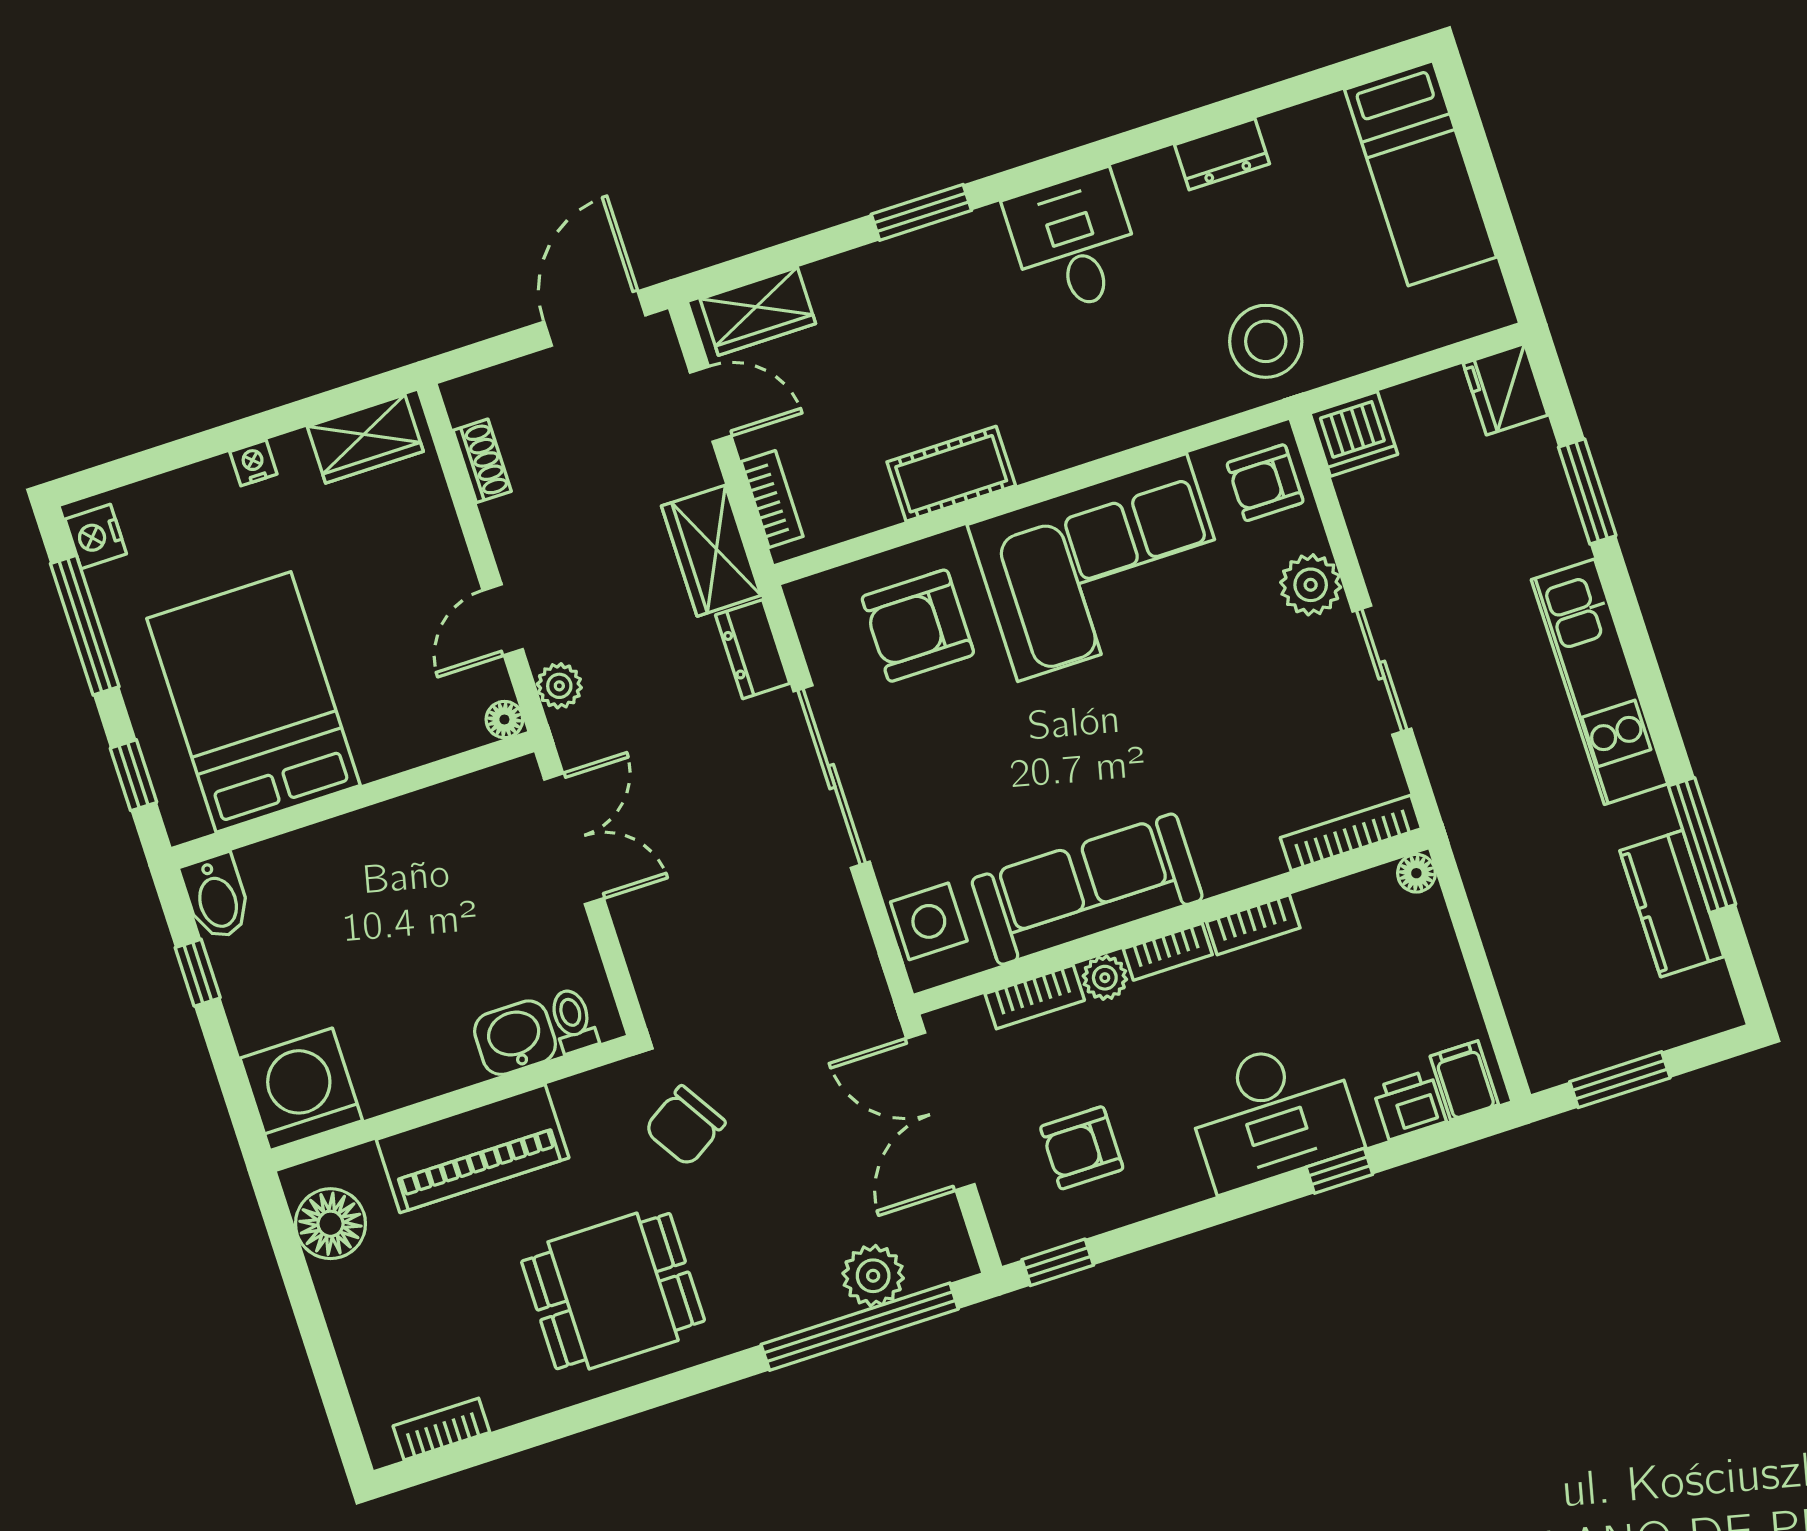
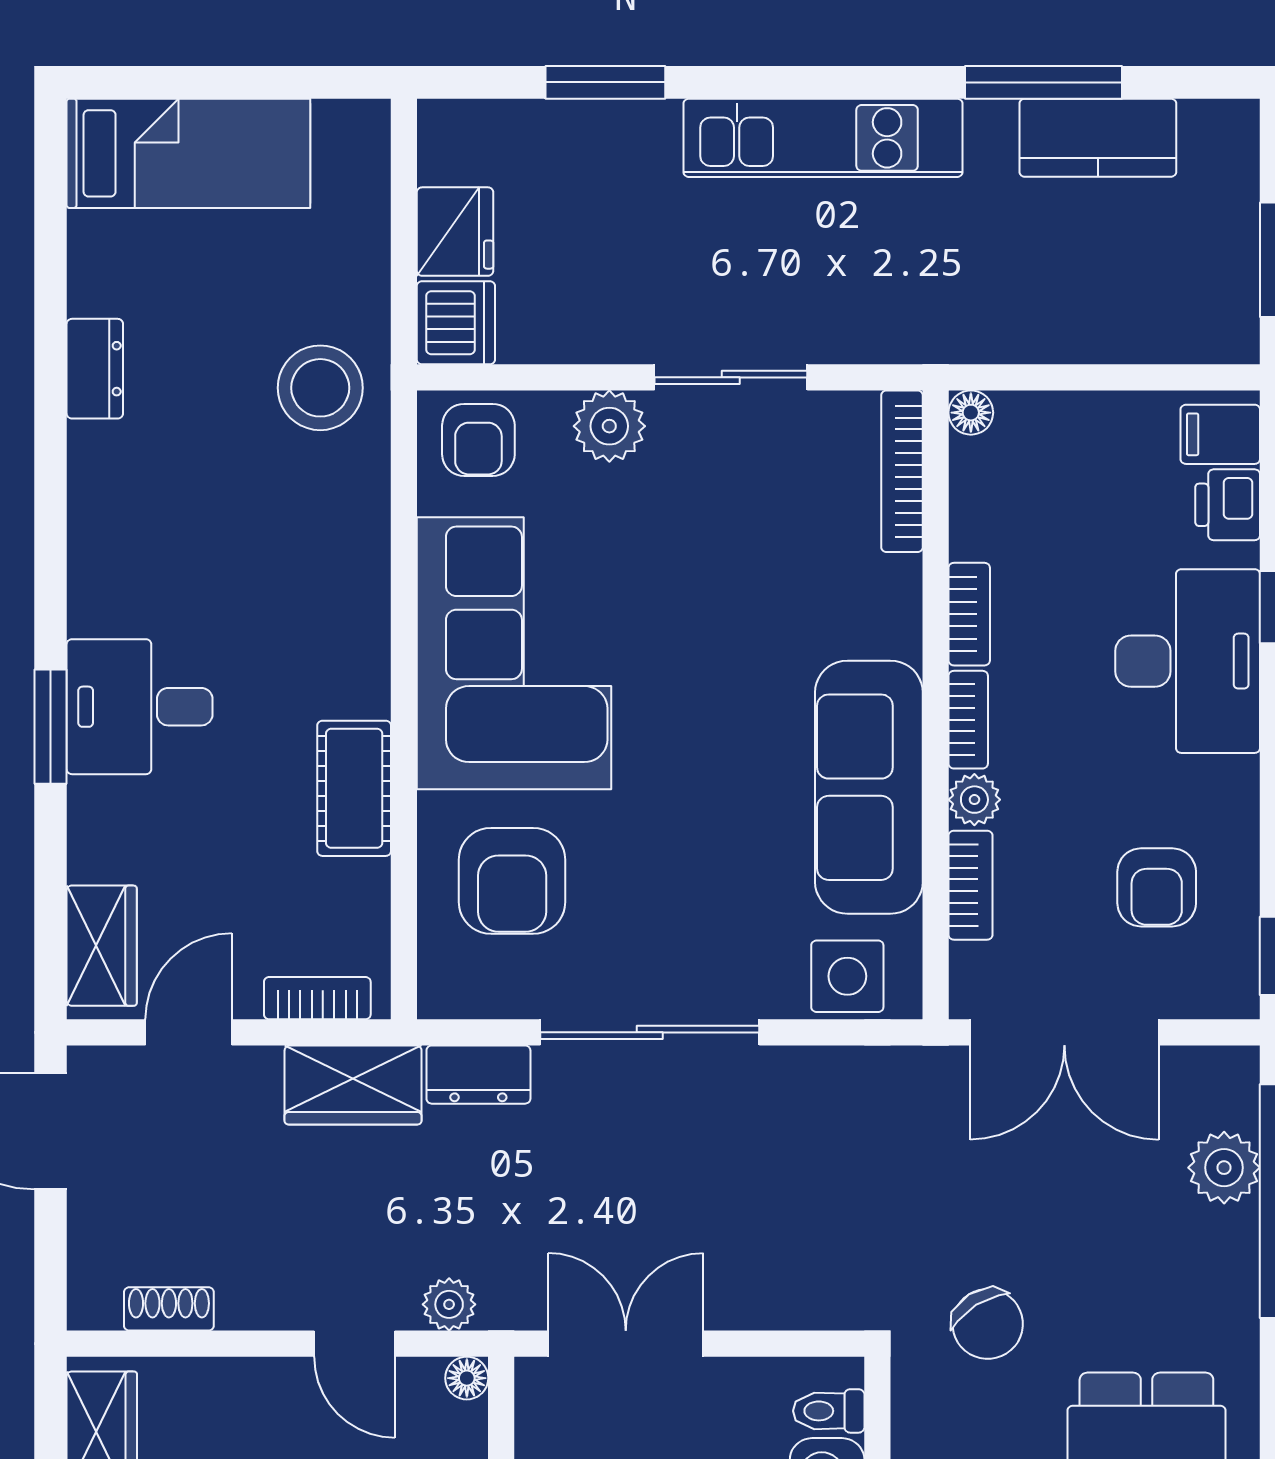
desk: (1074, 242) -> (140, 707), moved
fridge: (1505, 389) -> (455, 232), moved, turned -90

